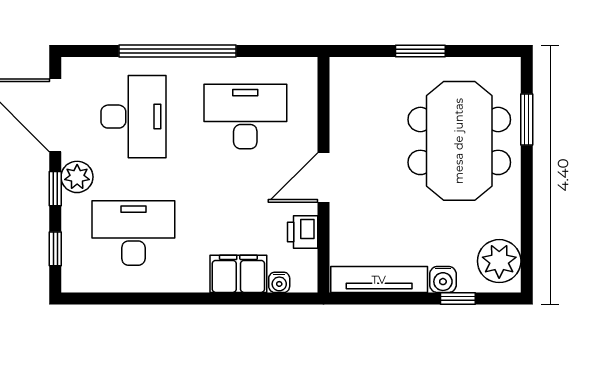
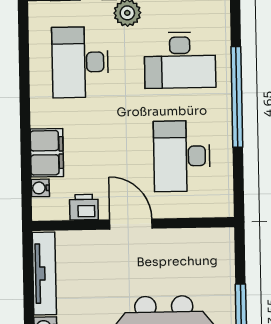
desk: (245, 117) -> (182, 156), turned 180
desk: (133, 233) -> (80, 62), turned 180

